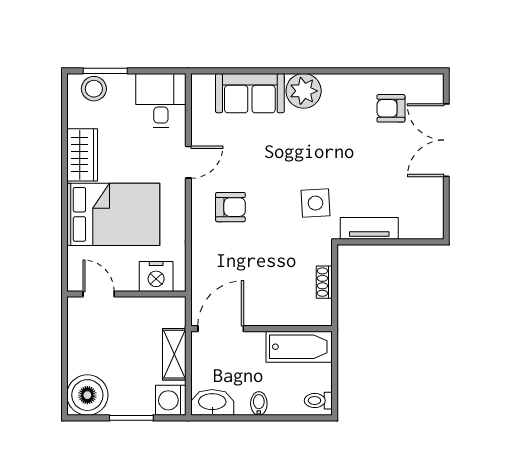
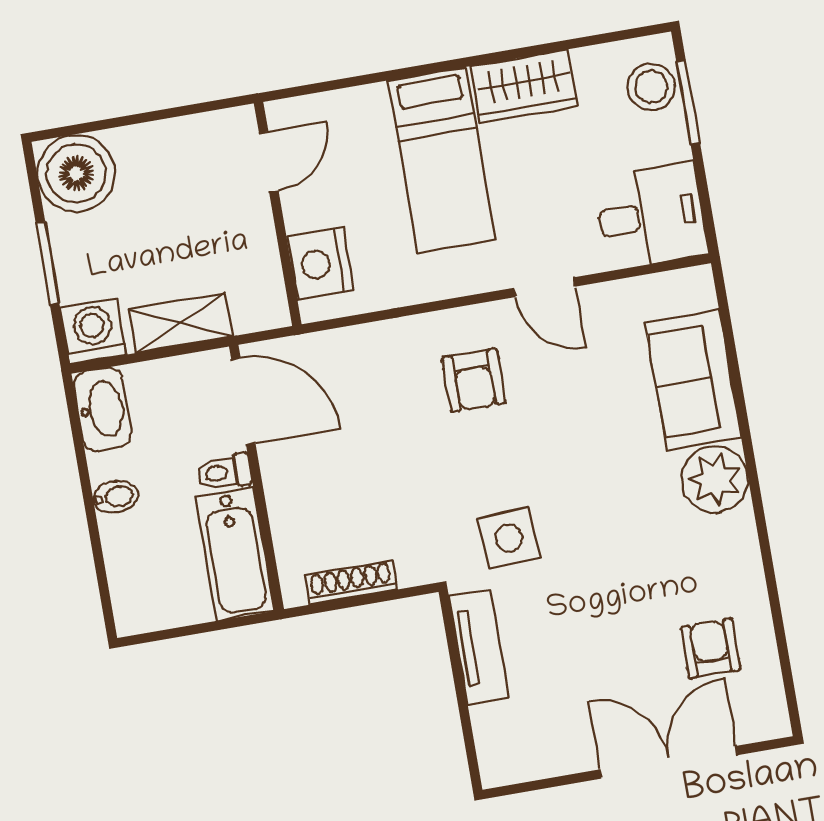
bed: (113, 214) -> (442, 160), width x0.67
shoe rack: (324, 282) -> (351, 582), width x1.43
toilet: (318, 401) -> (224, 472), moved, turned -90

